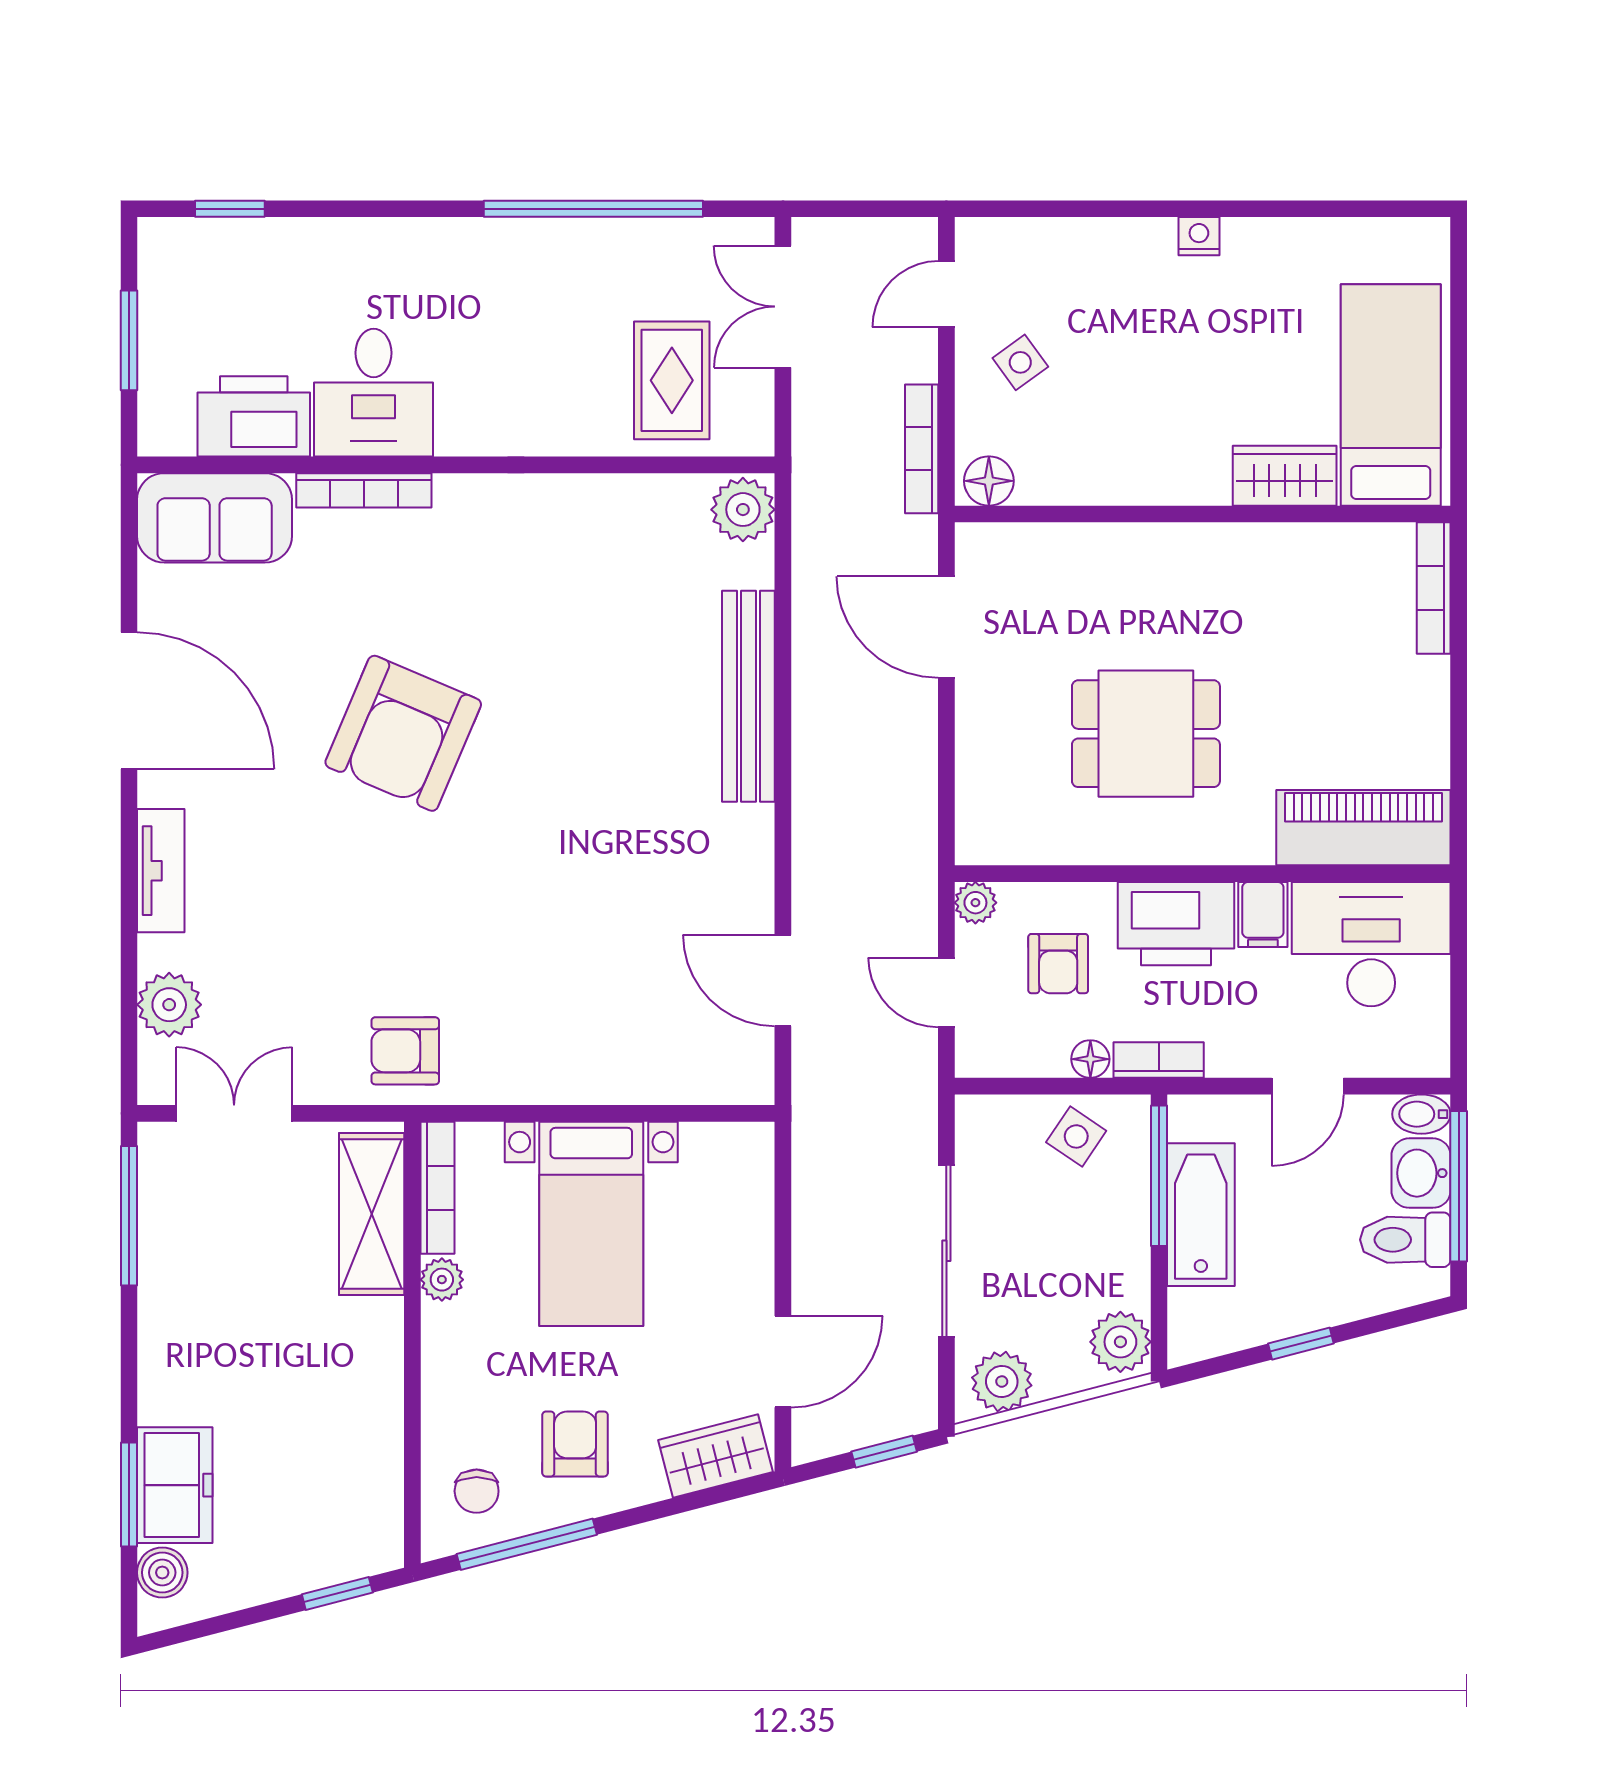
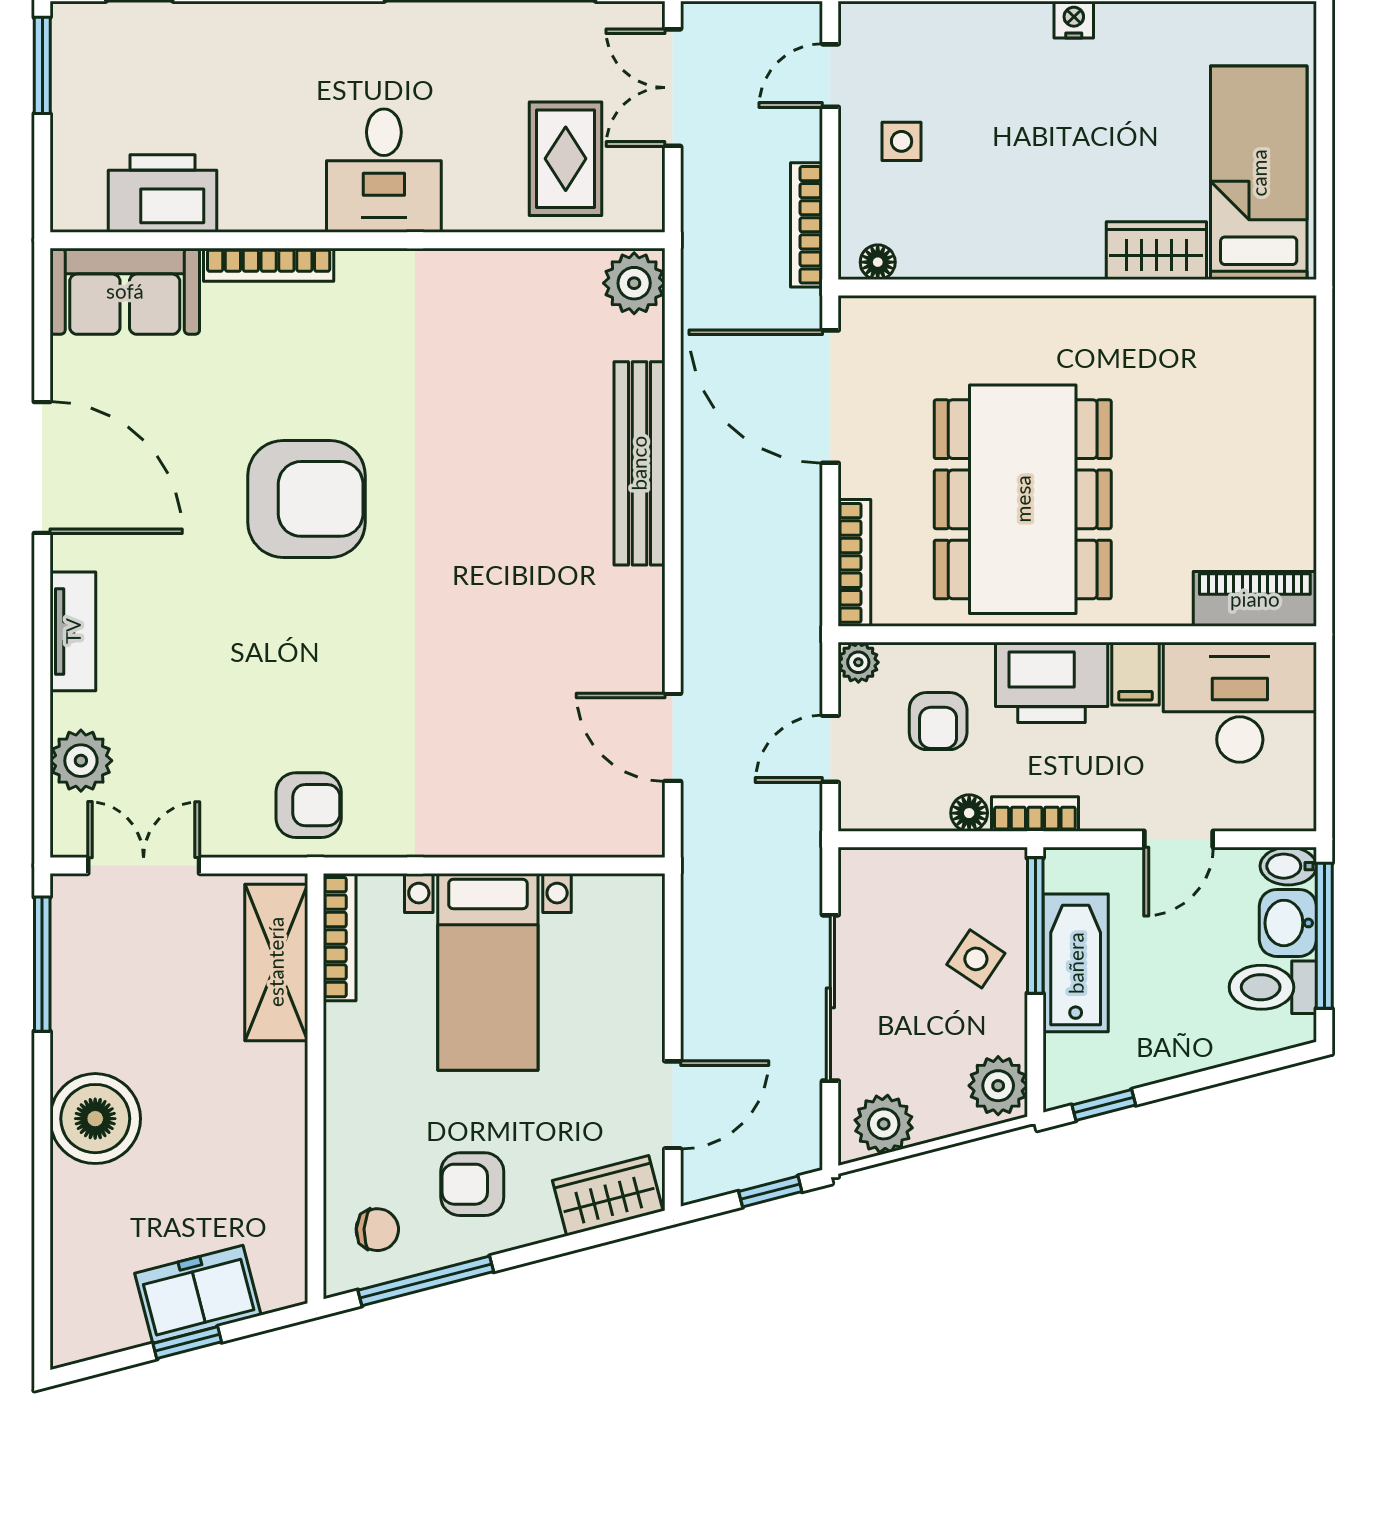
window: (129, 340) -> (42, 65), moved
side table: (1020, 362) -> (902, 141), turned 36
desk: (374, 393) -> (384, 171), moved
floor lamp: (989, 481) -> (878, 262), width x0.73, depth x0.73
bookcase: (1434, 588) -> (854, 563), moved, turned 180
door: (946, 627) -> (830, 397), width x1.36
armchair: (403, 733) -> (307, 499), turned -113
dining table: (1146, 734) -> (1023, 499), width x1.88, depth x1.24
piano: (1363, 828) -> (1255, 599), width x0.73, depth x0.75
door: (946, 992) -> (830, 749), hinge flipped
armchair: (405, 1051) -> (309, 805), turned 180
side table: (1076, 1136) -> (976, 959), moved
plant: (442, 1280) -> (344, 1026), removed
window: (1301, 1344) -> (1104, 1105), moved
armchair: (575, 1444) -> (472, 1184), turned -90
freezer: (175, 1485) -> (198, 1294), moved, turned -105
chair: (477, 1491) -> (377, 1230), turned -87
window: (129, 1495) -> (42, 1233), removed
boiler: (162, 1573) -> (95, 1119), moved, width x1.86, depth x1.86
window: (337, 1593) -> (187, 1343), moved

